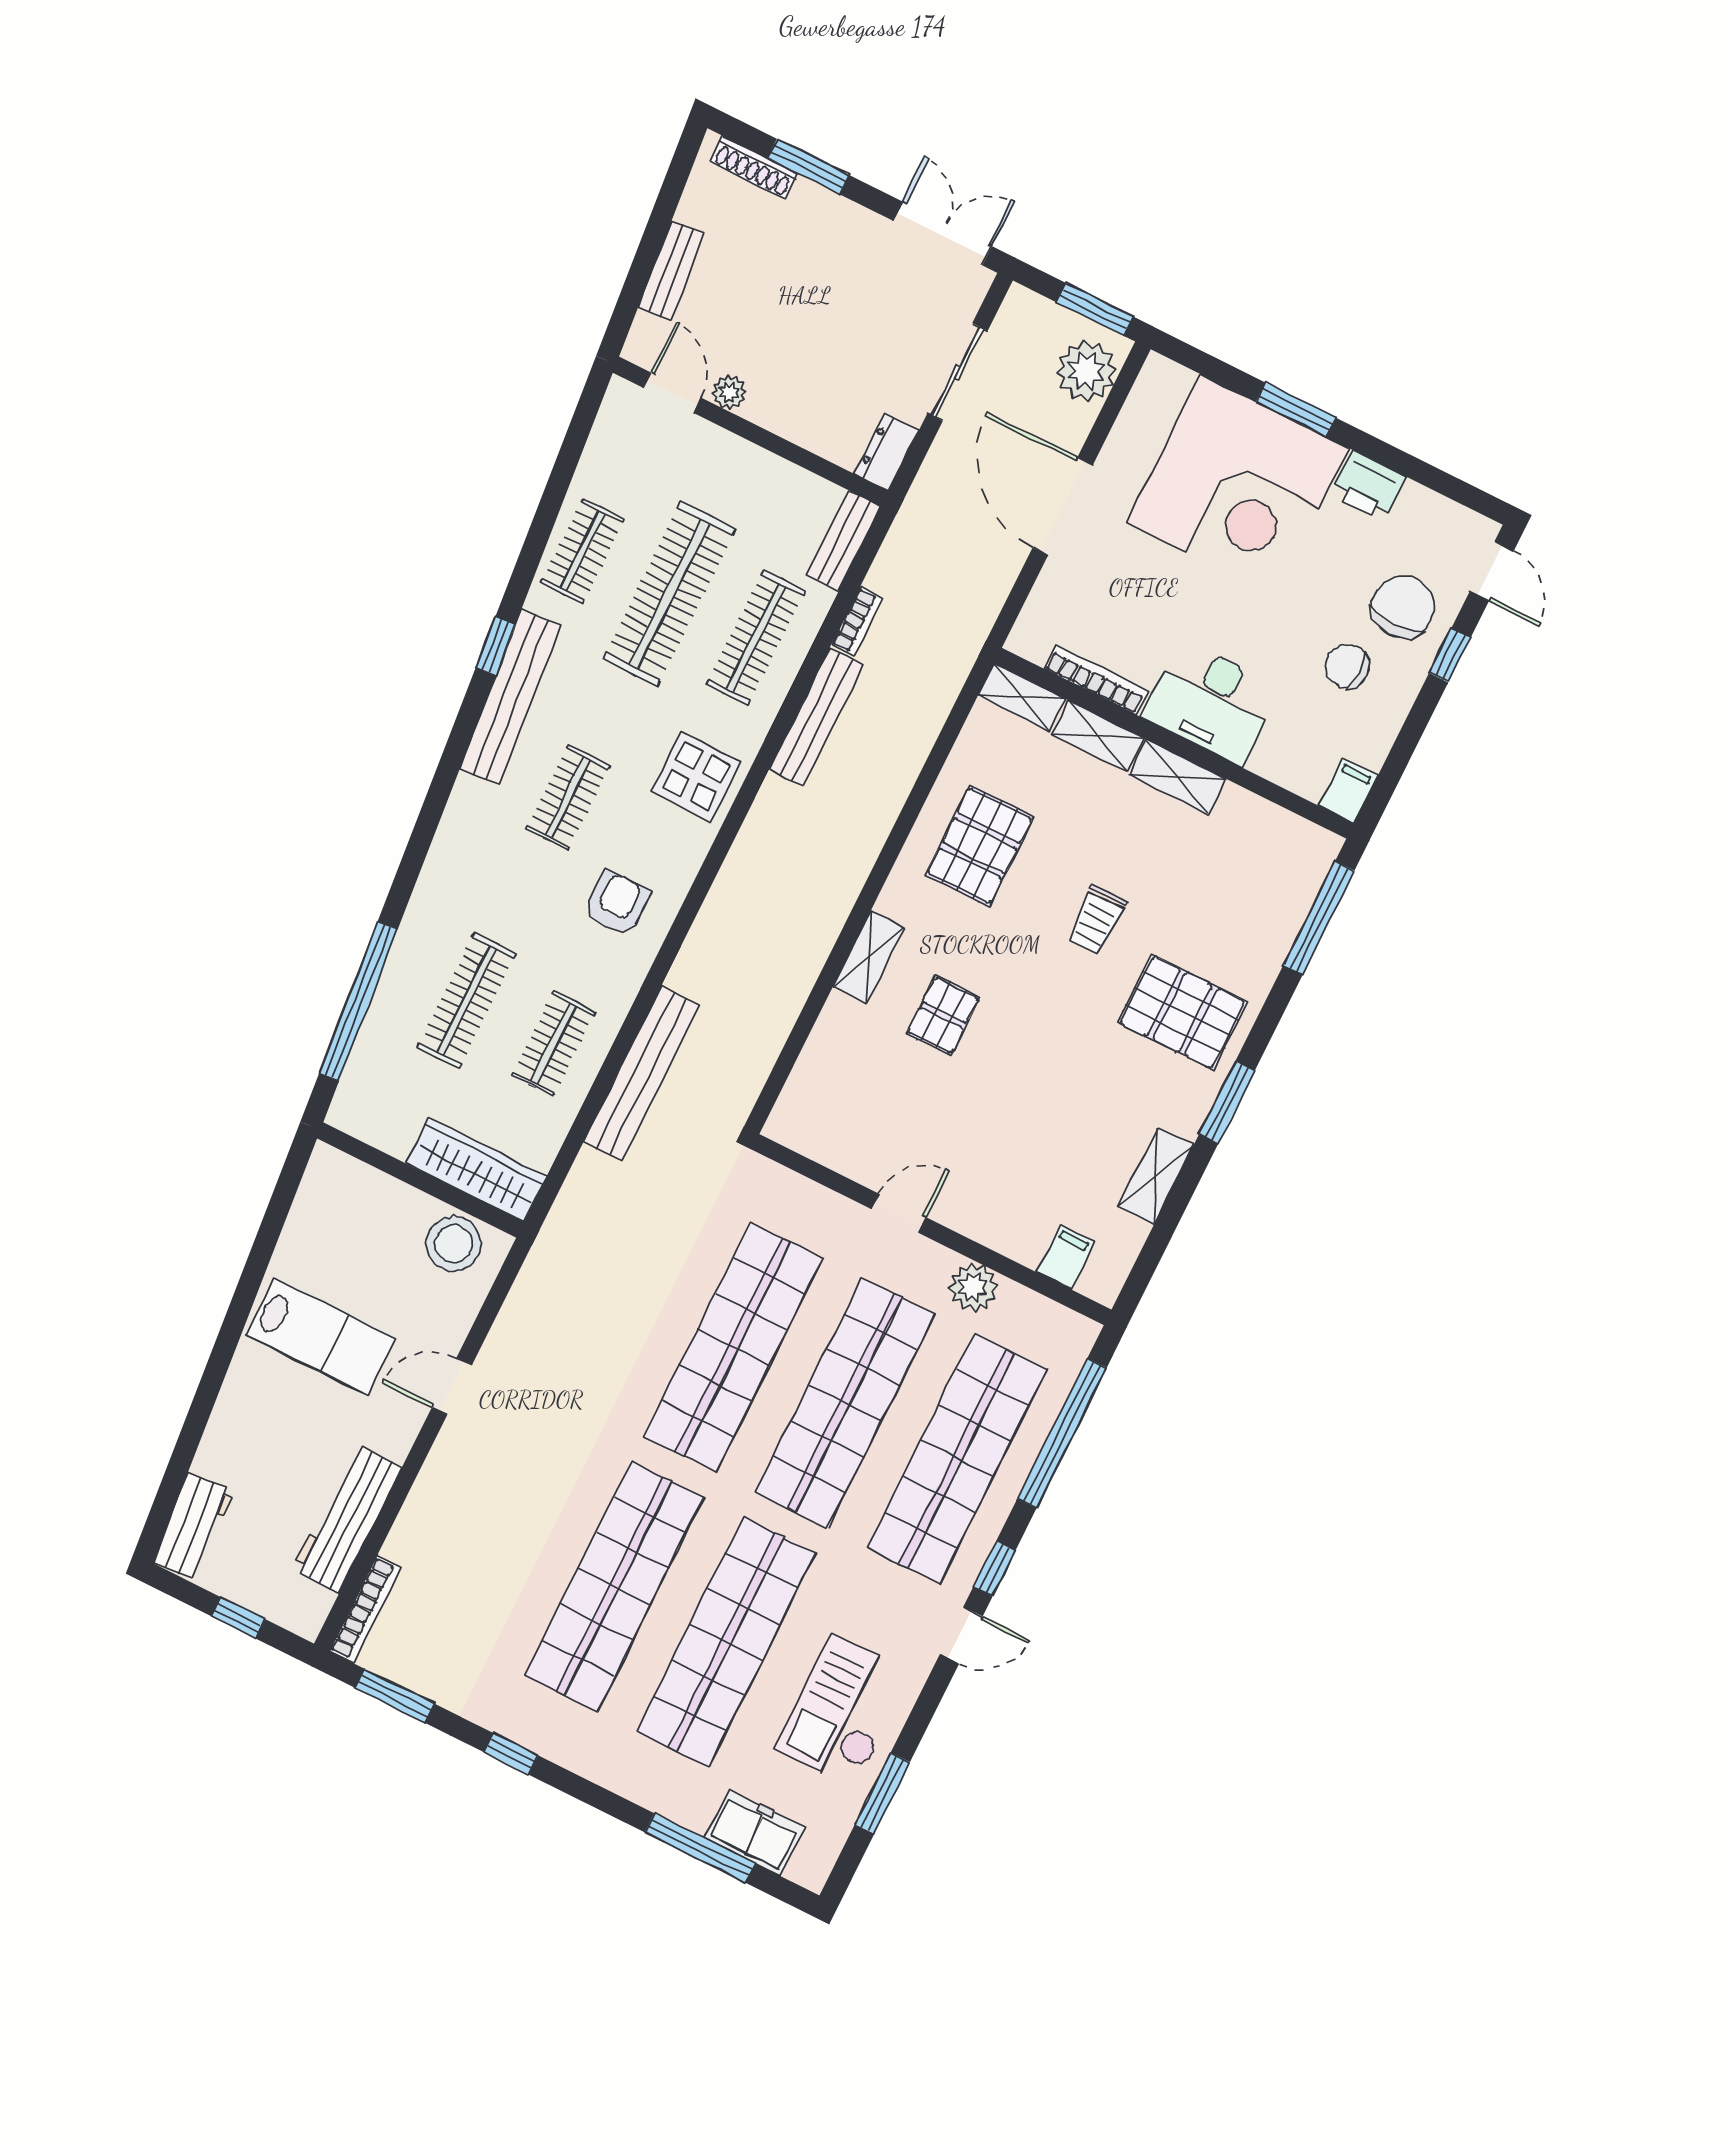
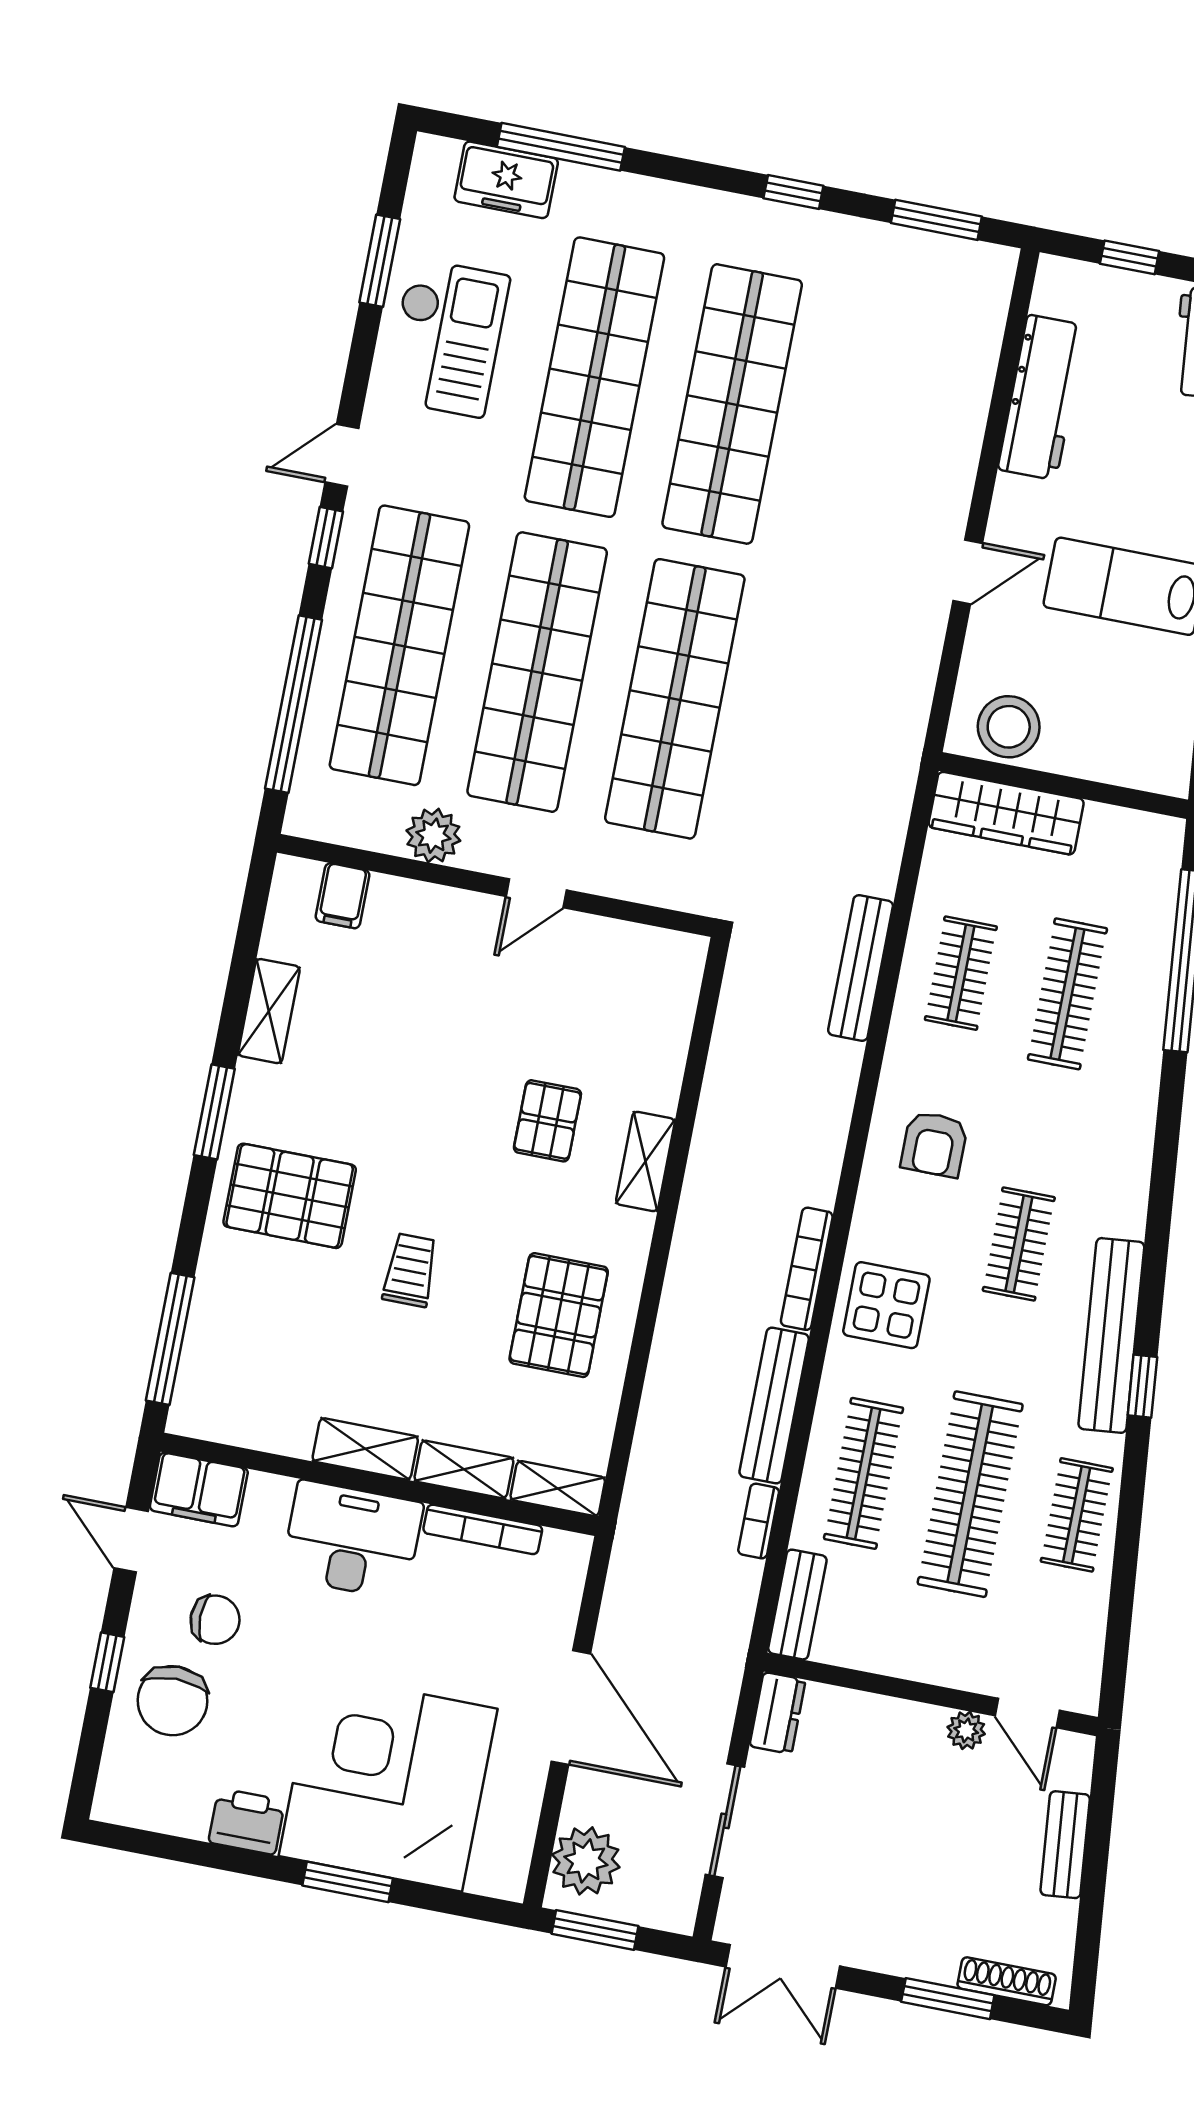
door: (1492, 571) -> (131, 1540), moved
filing cabinet: (1348, 791) -> (199, 1489), width x2.00
bench: (641, 1074) -> (861, 968), width x0.73, depth x0.82
bookcase: (366, 1609) -> (807, 1269), moved

